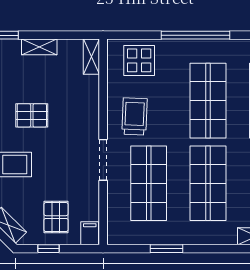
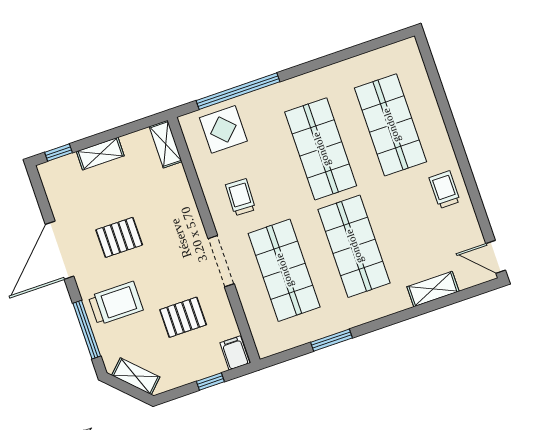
window: (195, 35) -> (238, 91), moved
trolley: (135, 116) -> (241, 197), width x0.73, depth x0.72
pallet: (56, 217) -> (183, 317), moved, turned 90
window: (48, 249) -> (210, 382), moved

